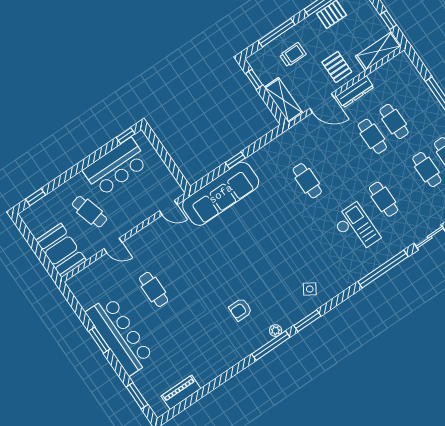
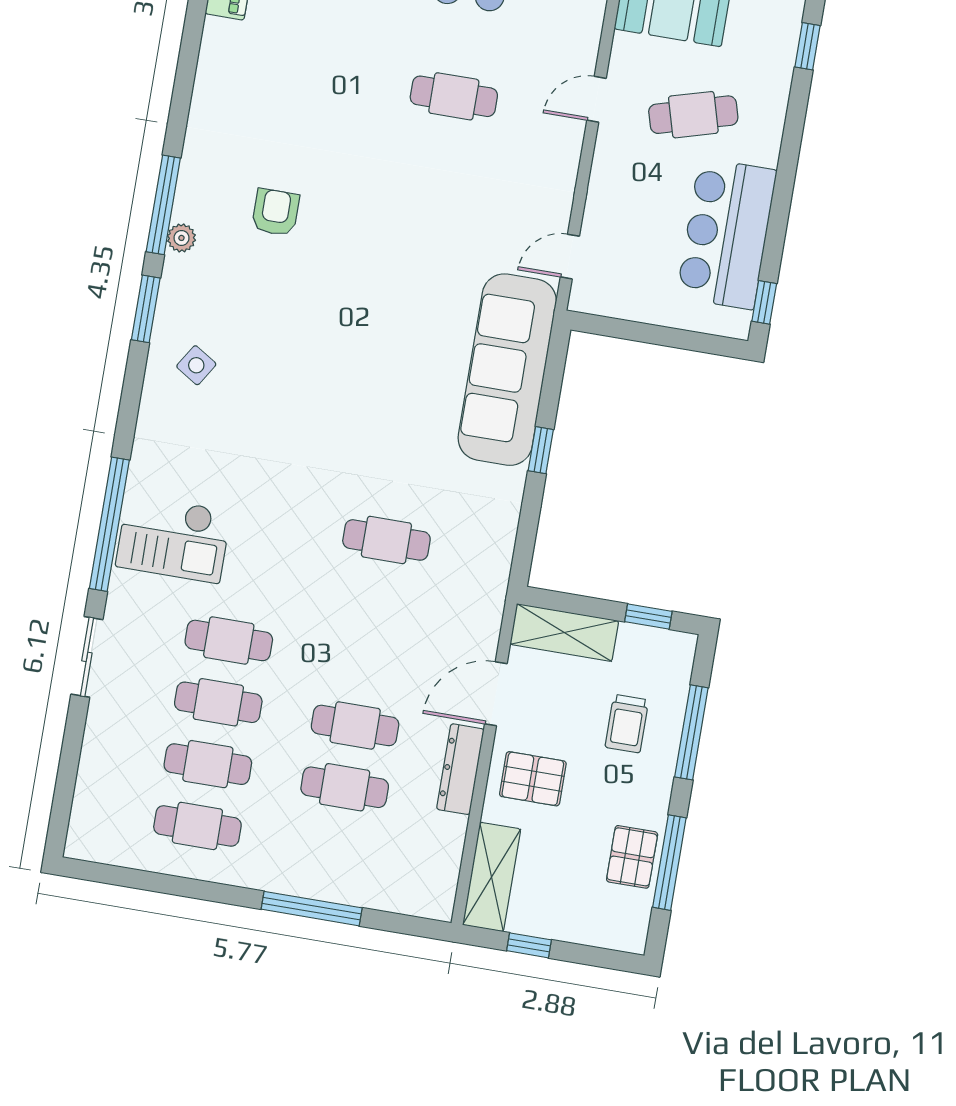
cafe table: (405, 184) -> (218, 702), added
checkout: (356, 228) -> (173, 539), moved

